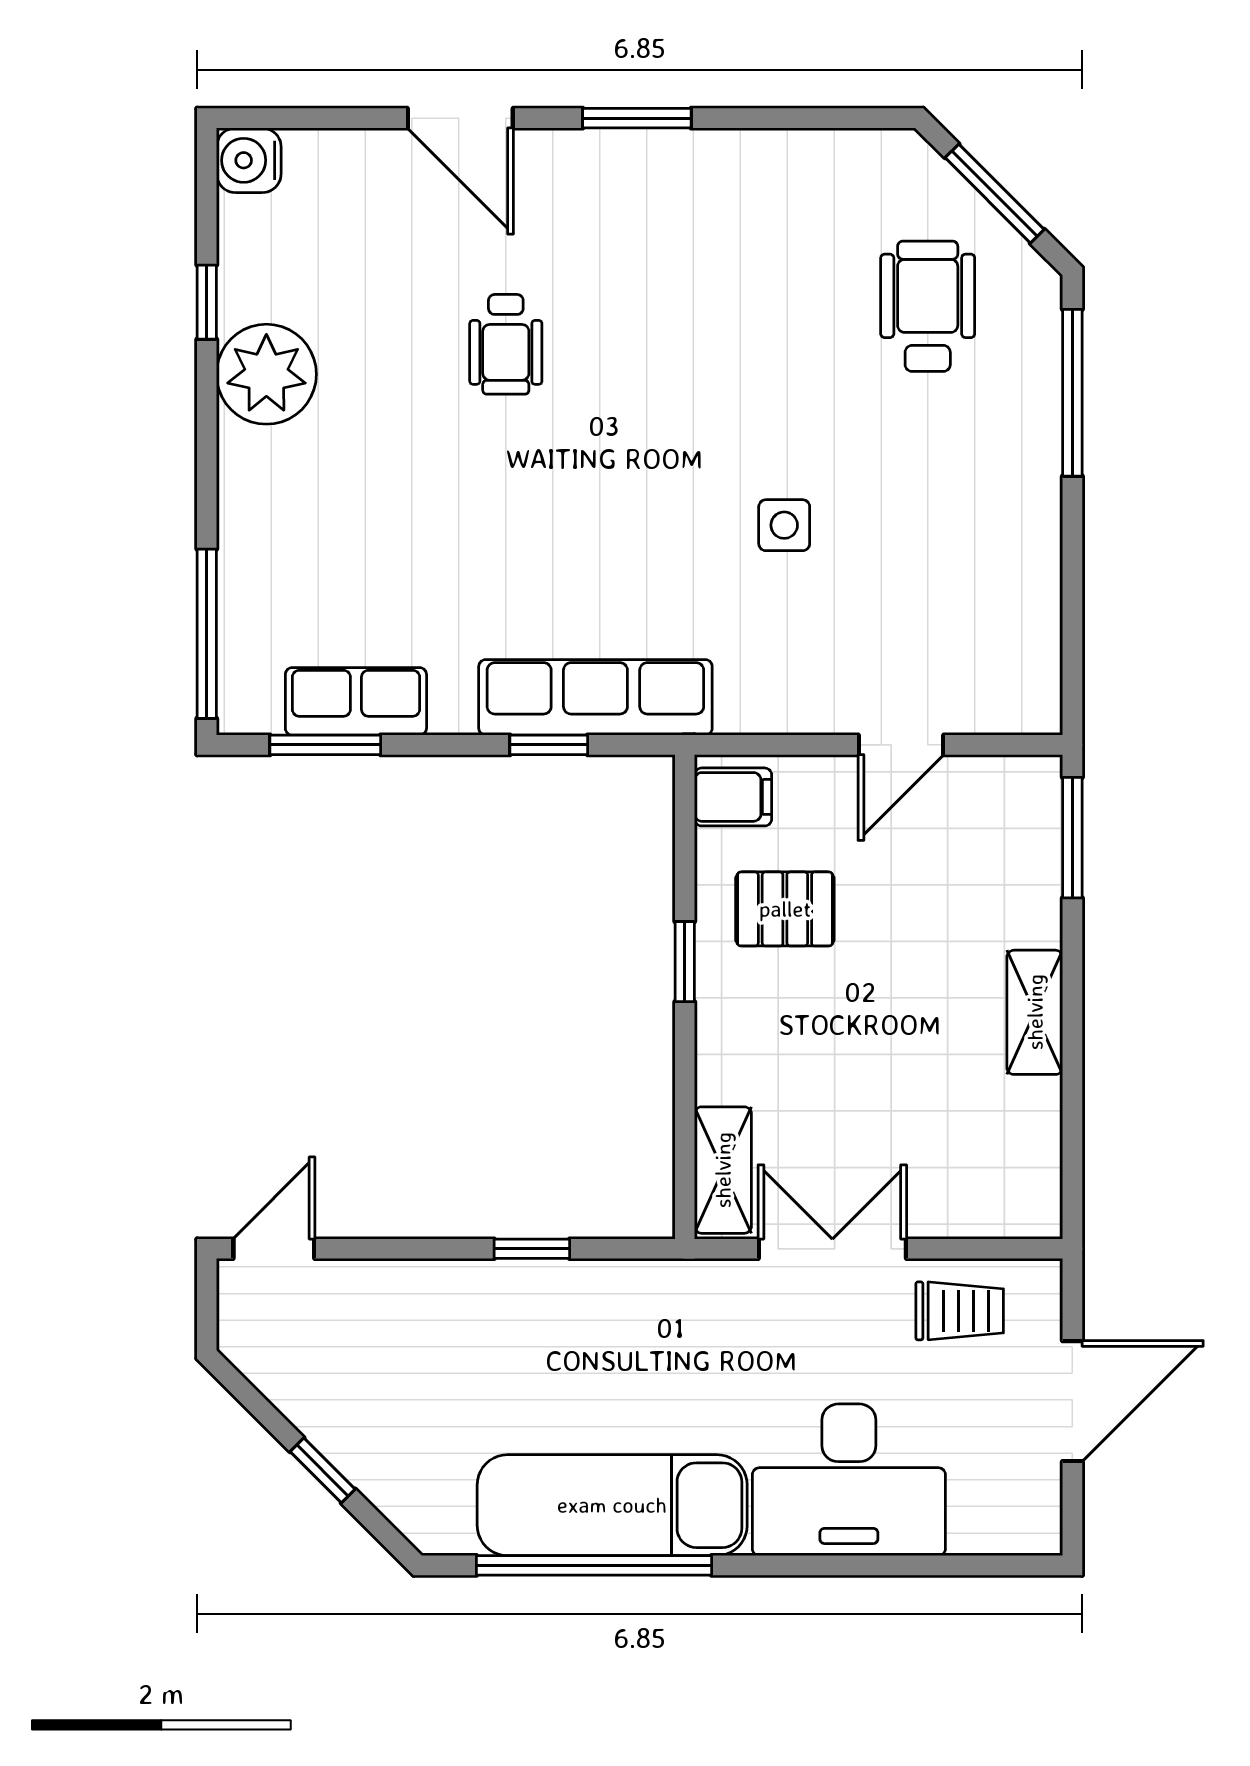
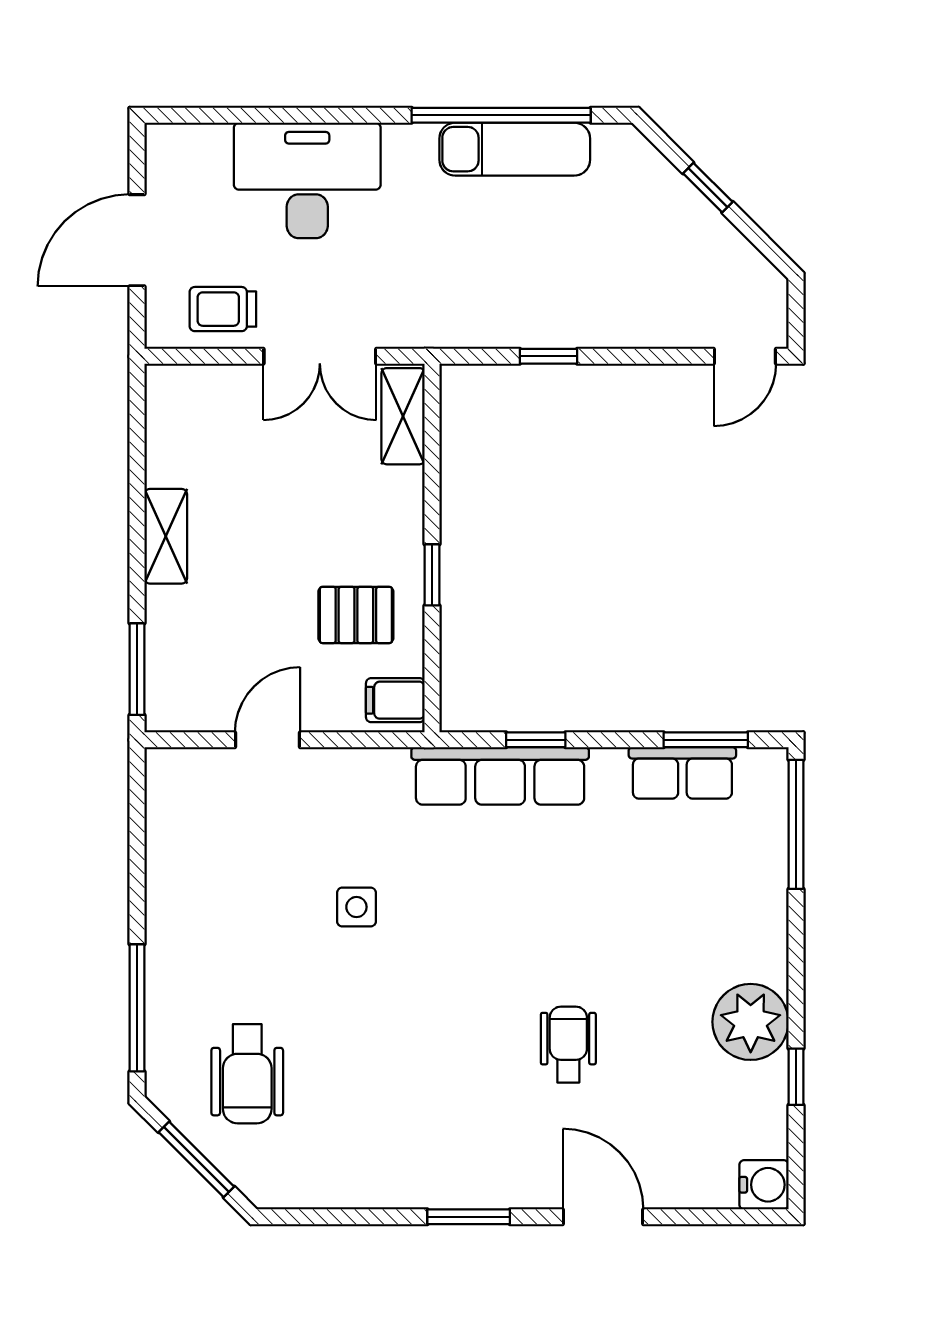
exam couch: (612, 1505) -> (515, 149), width x0.73, depth x0.69

